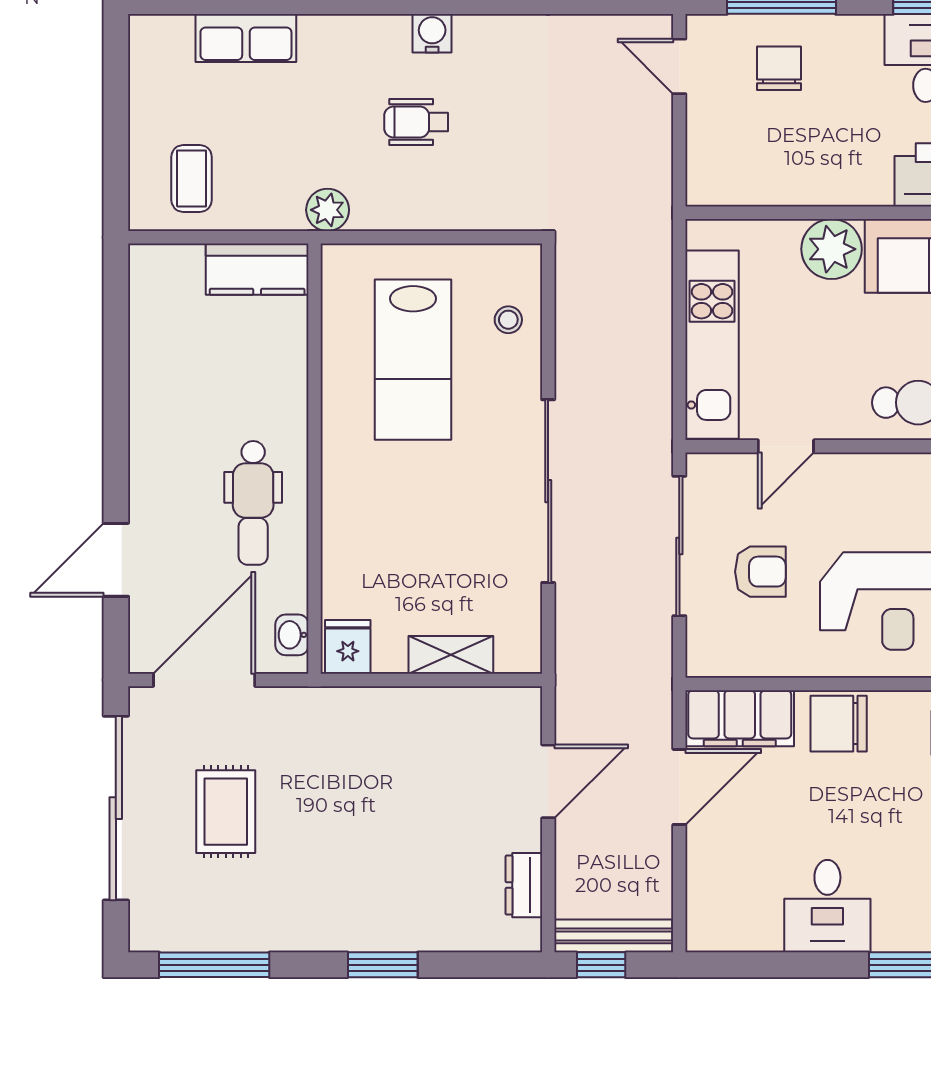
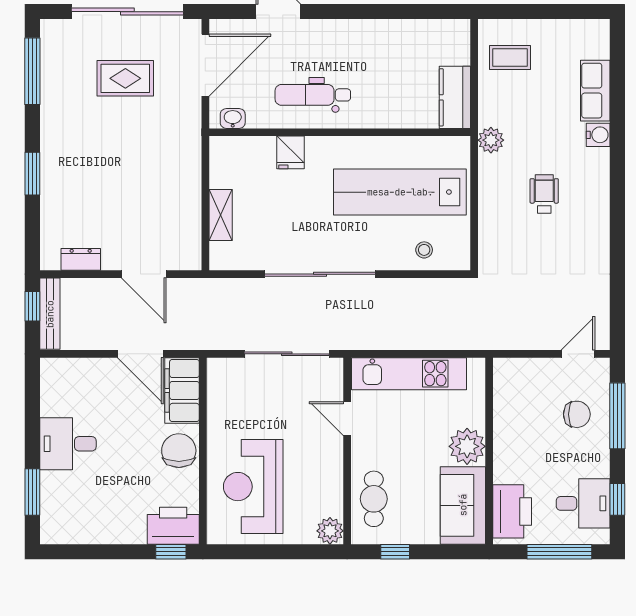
water cooler: (432, 33) -> (598, 135), moved
lab bench: (413, 360) -> (400, 192), width x1.36
armchair: (760, 572) -> (271, 403), removed
fridge: (348, 647) -> (291, 152), moved, turned 90
door: (204, 680) -> (205, 65), hinge flipped

